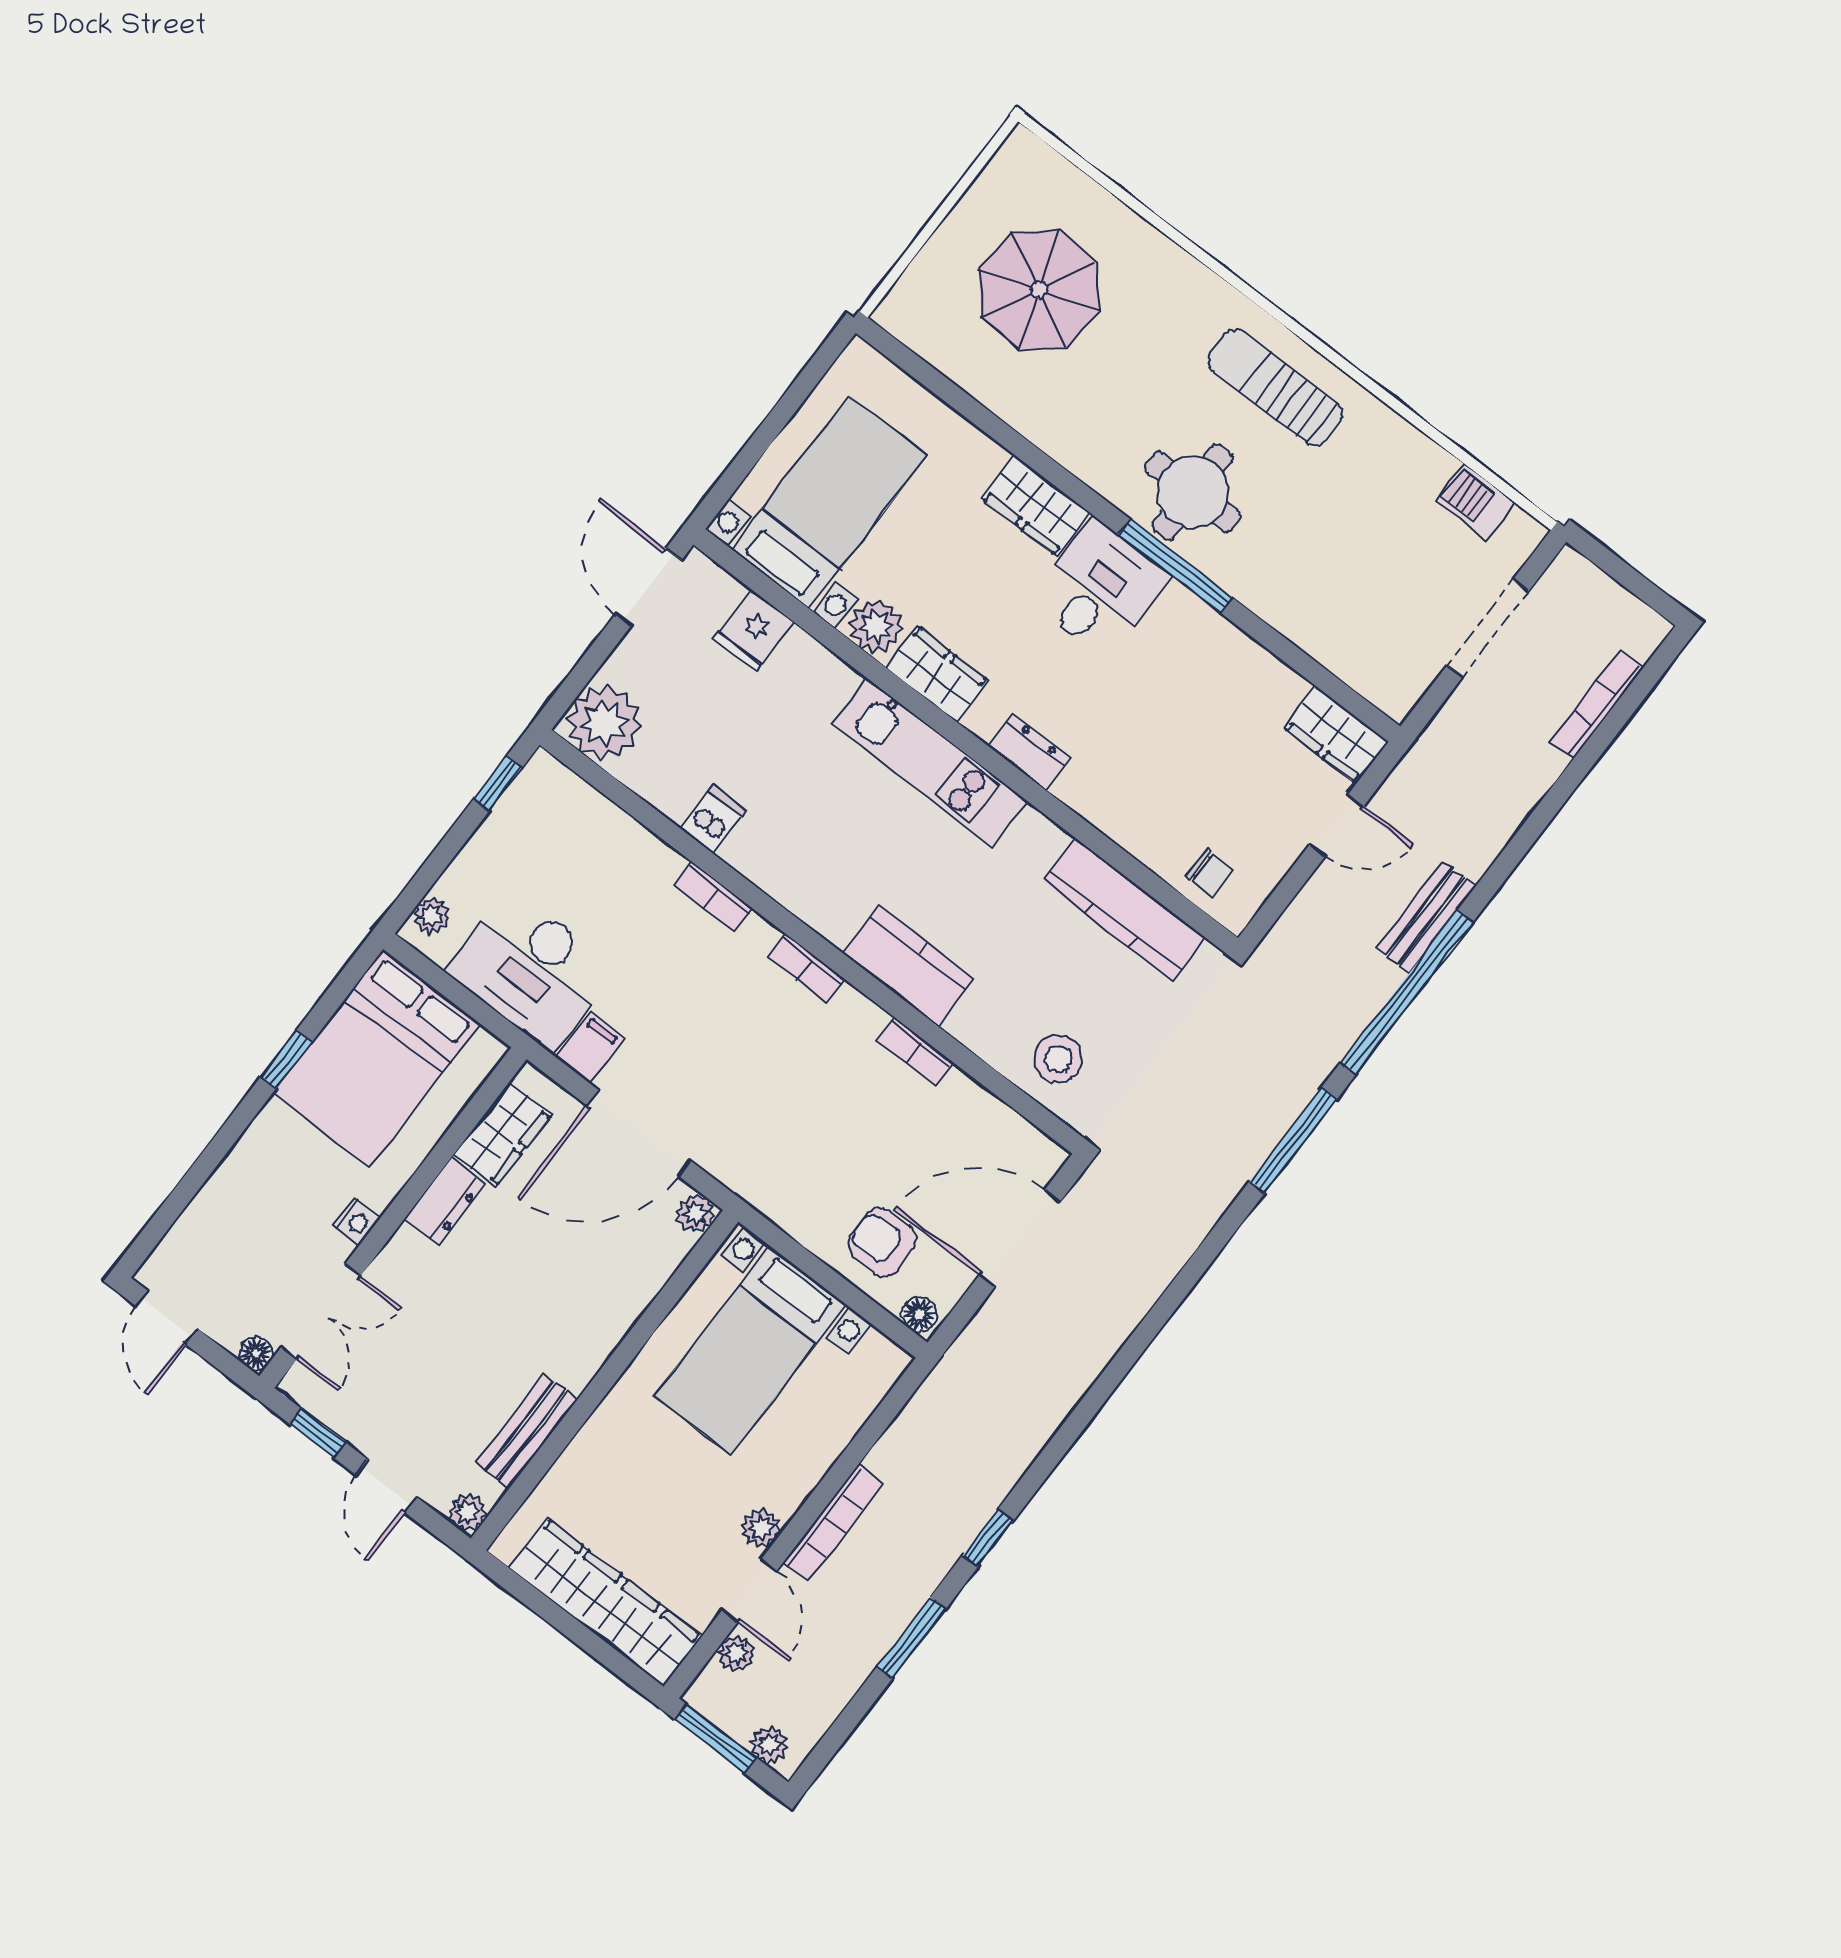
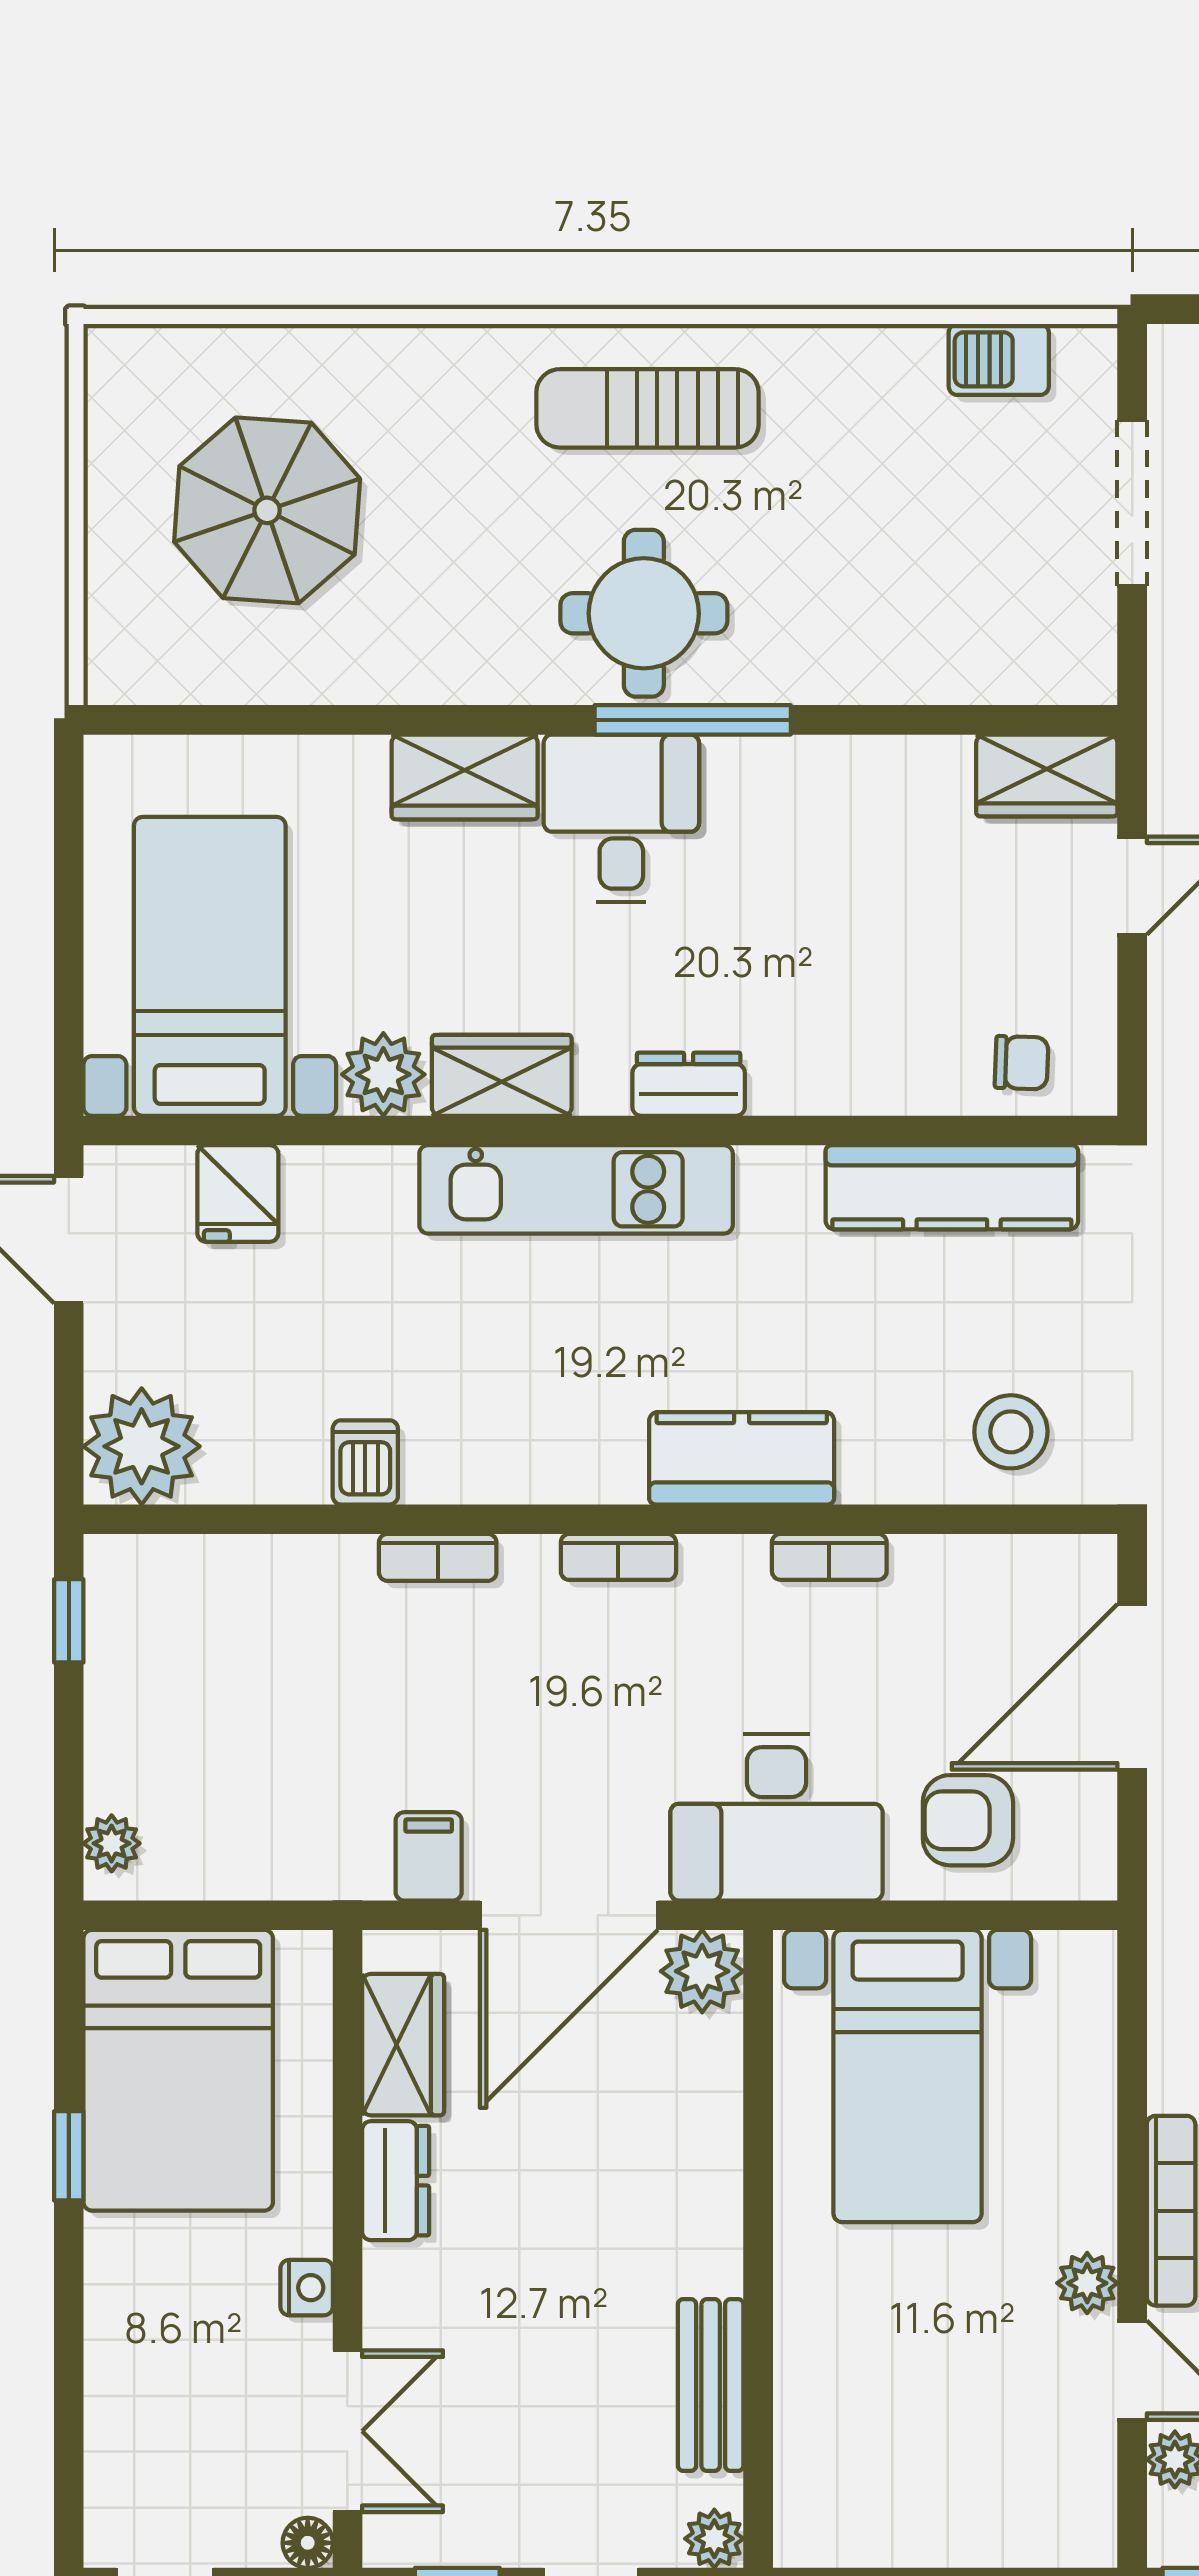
desk: (531, 970) -> (776, 1817), moved
plant: (696, 1214) -> (702, 1971), width x1.38, depth x1.38
floor lamp: (919, 1314) -> (1081, 1874), removed
wardrobe: (605, 1602) -> (967, 2519), removed

